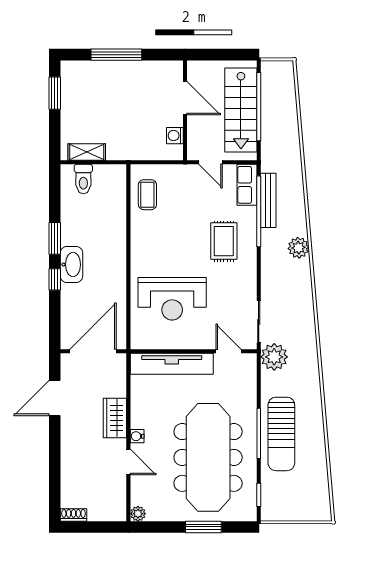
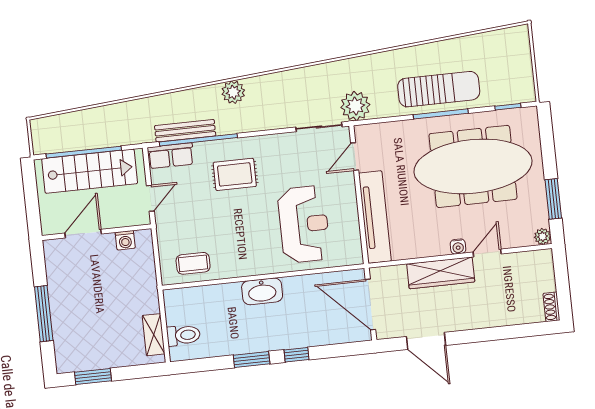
washbasin: (71, 265) -> (262, 291), moved, turned 180
wardrobe: (115, 418) -> (441, 273), width x1.50
window: (203, 527) -> (553, 199), moved

